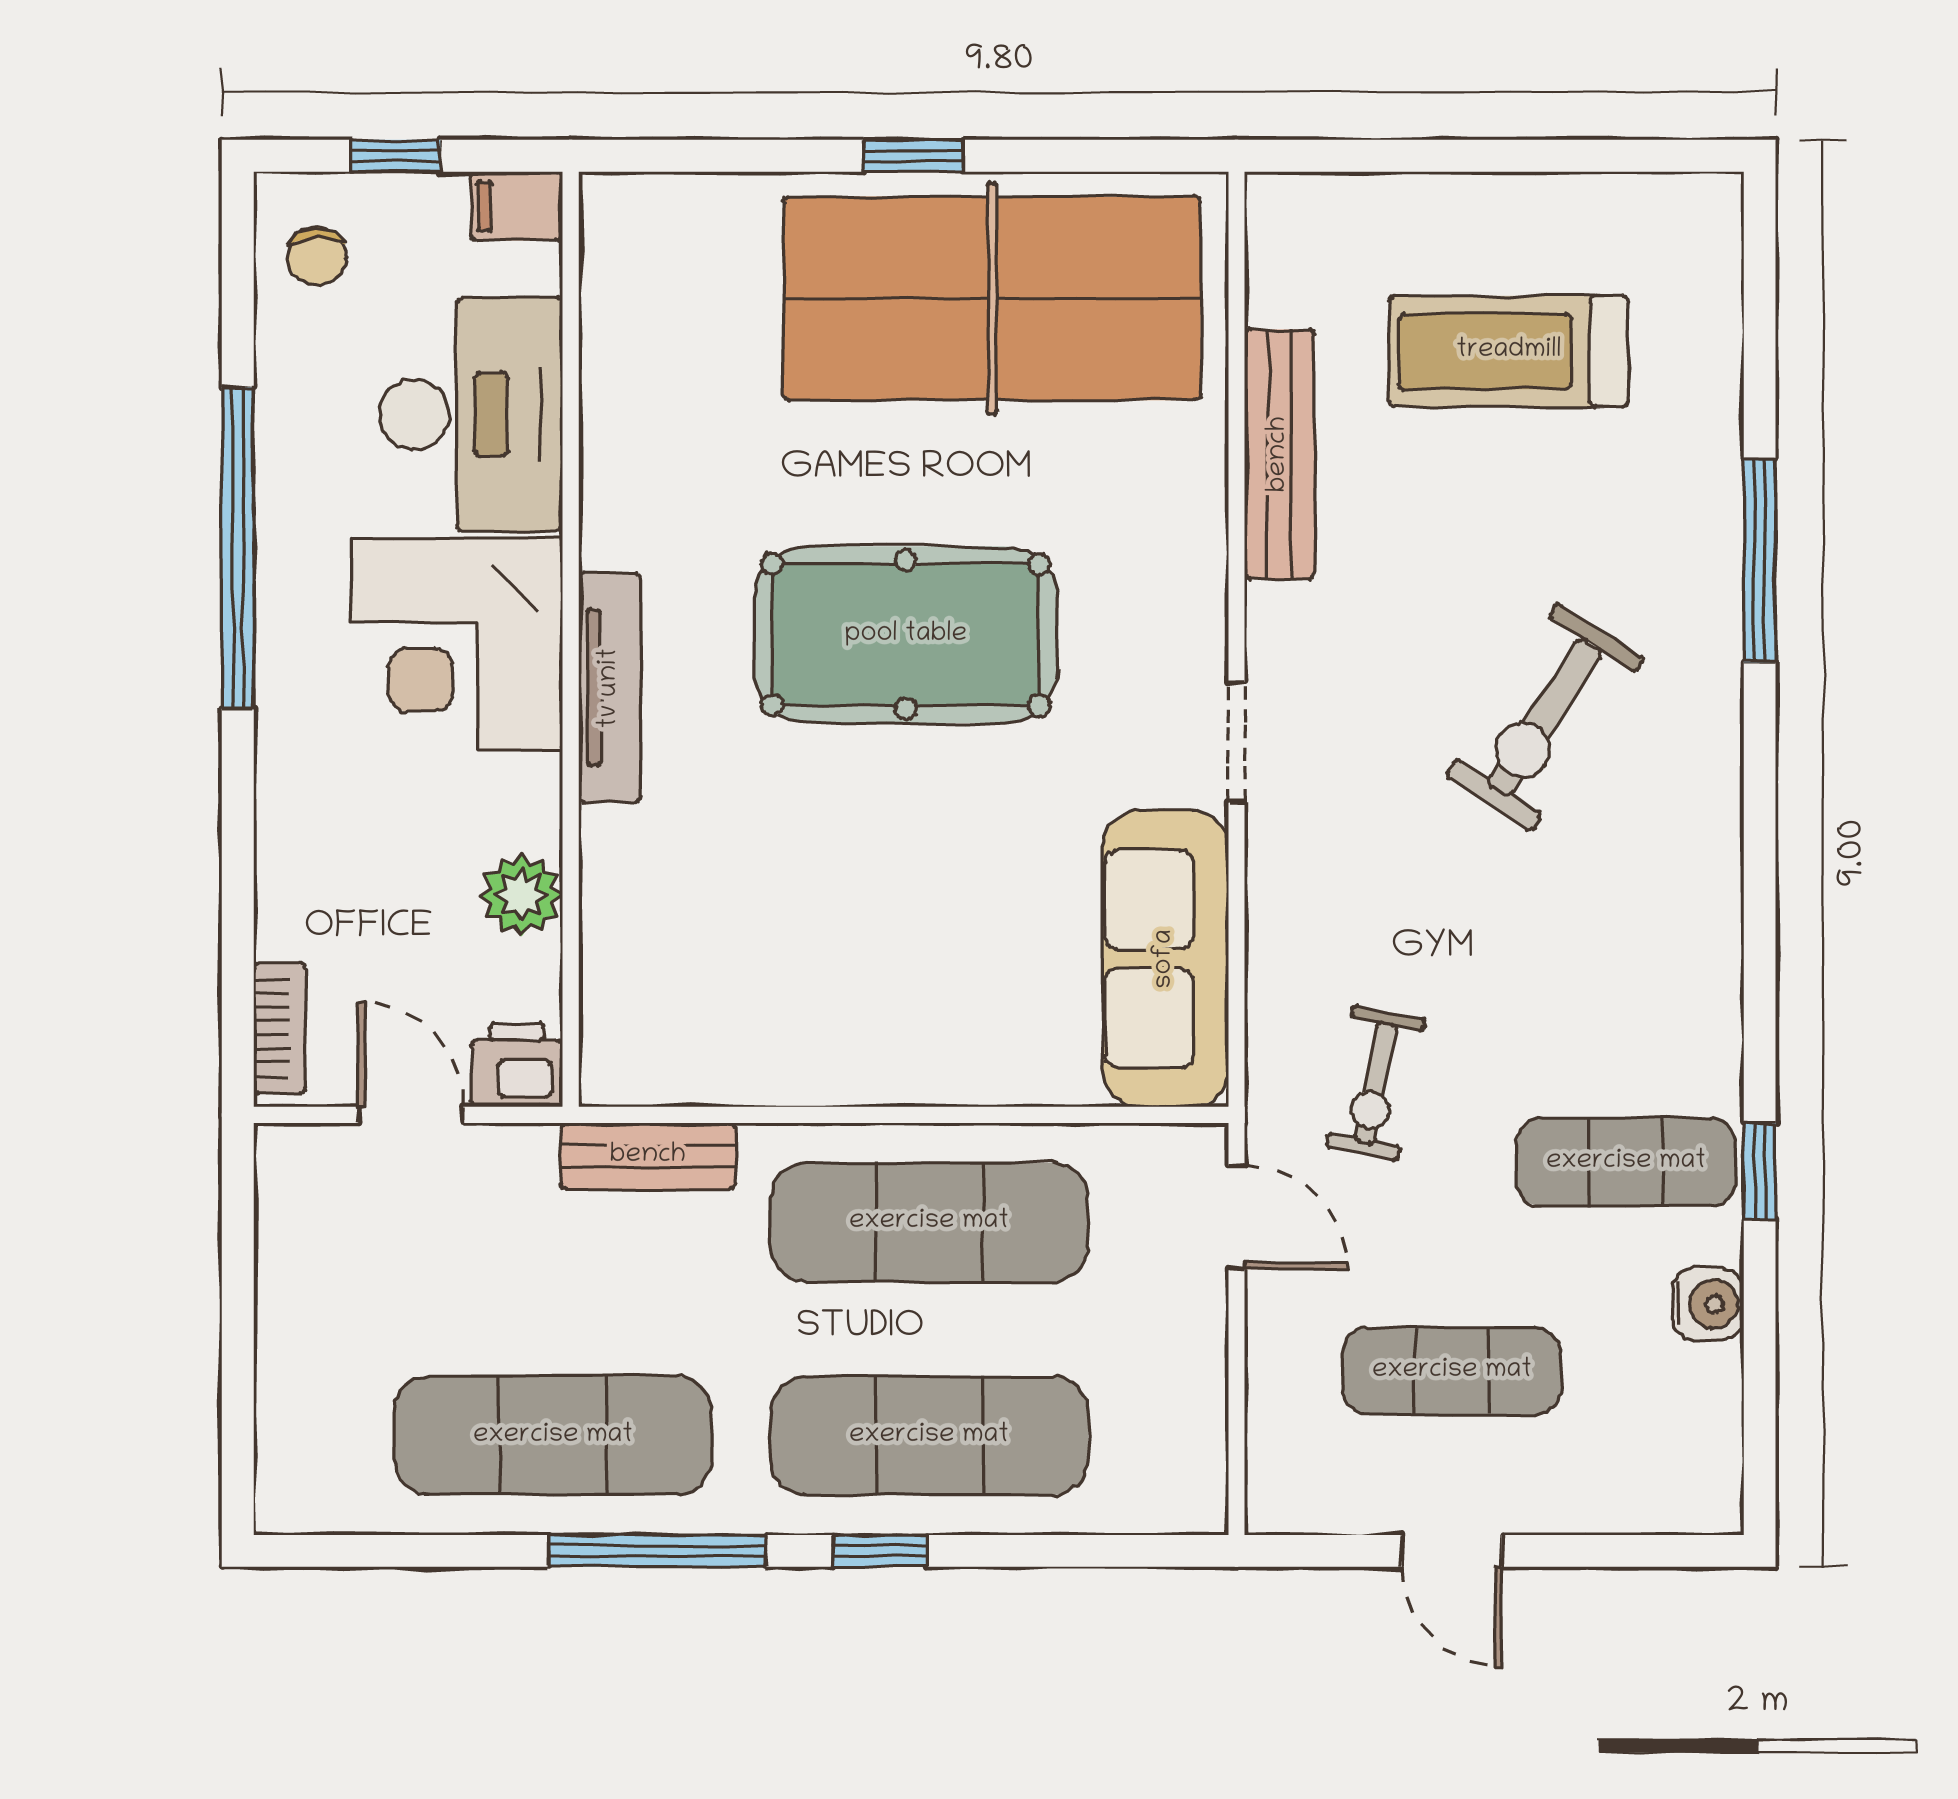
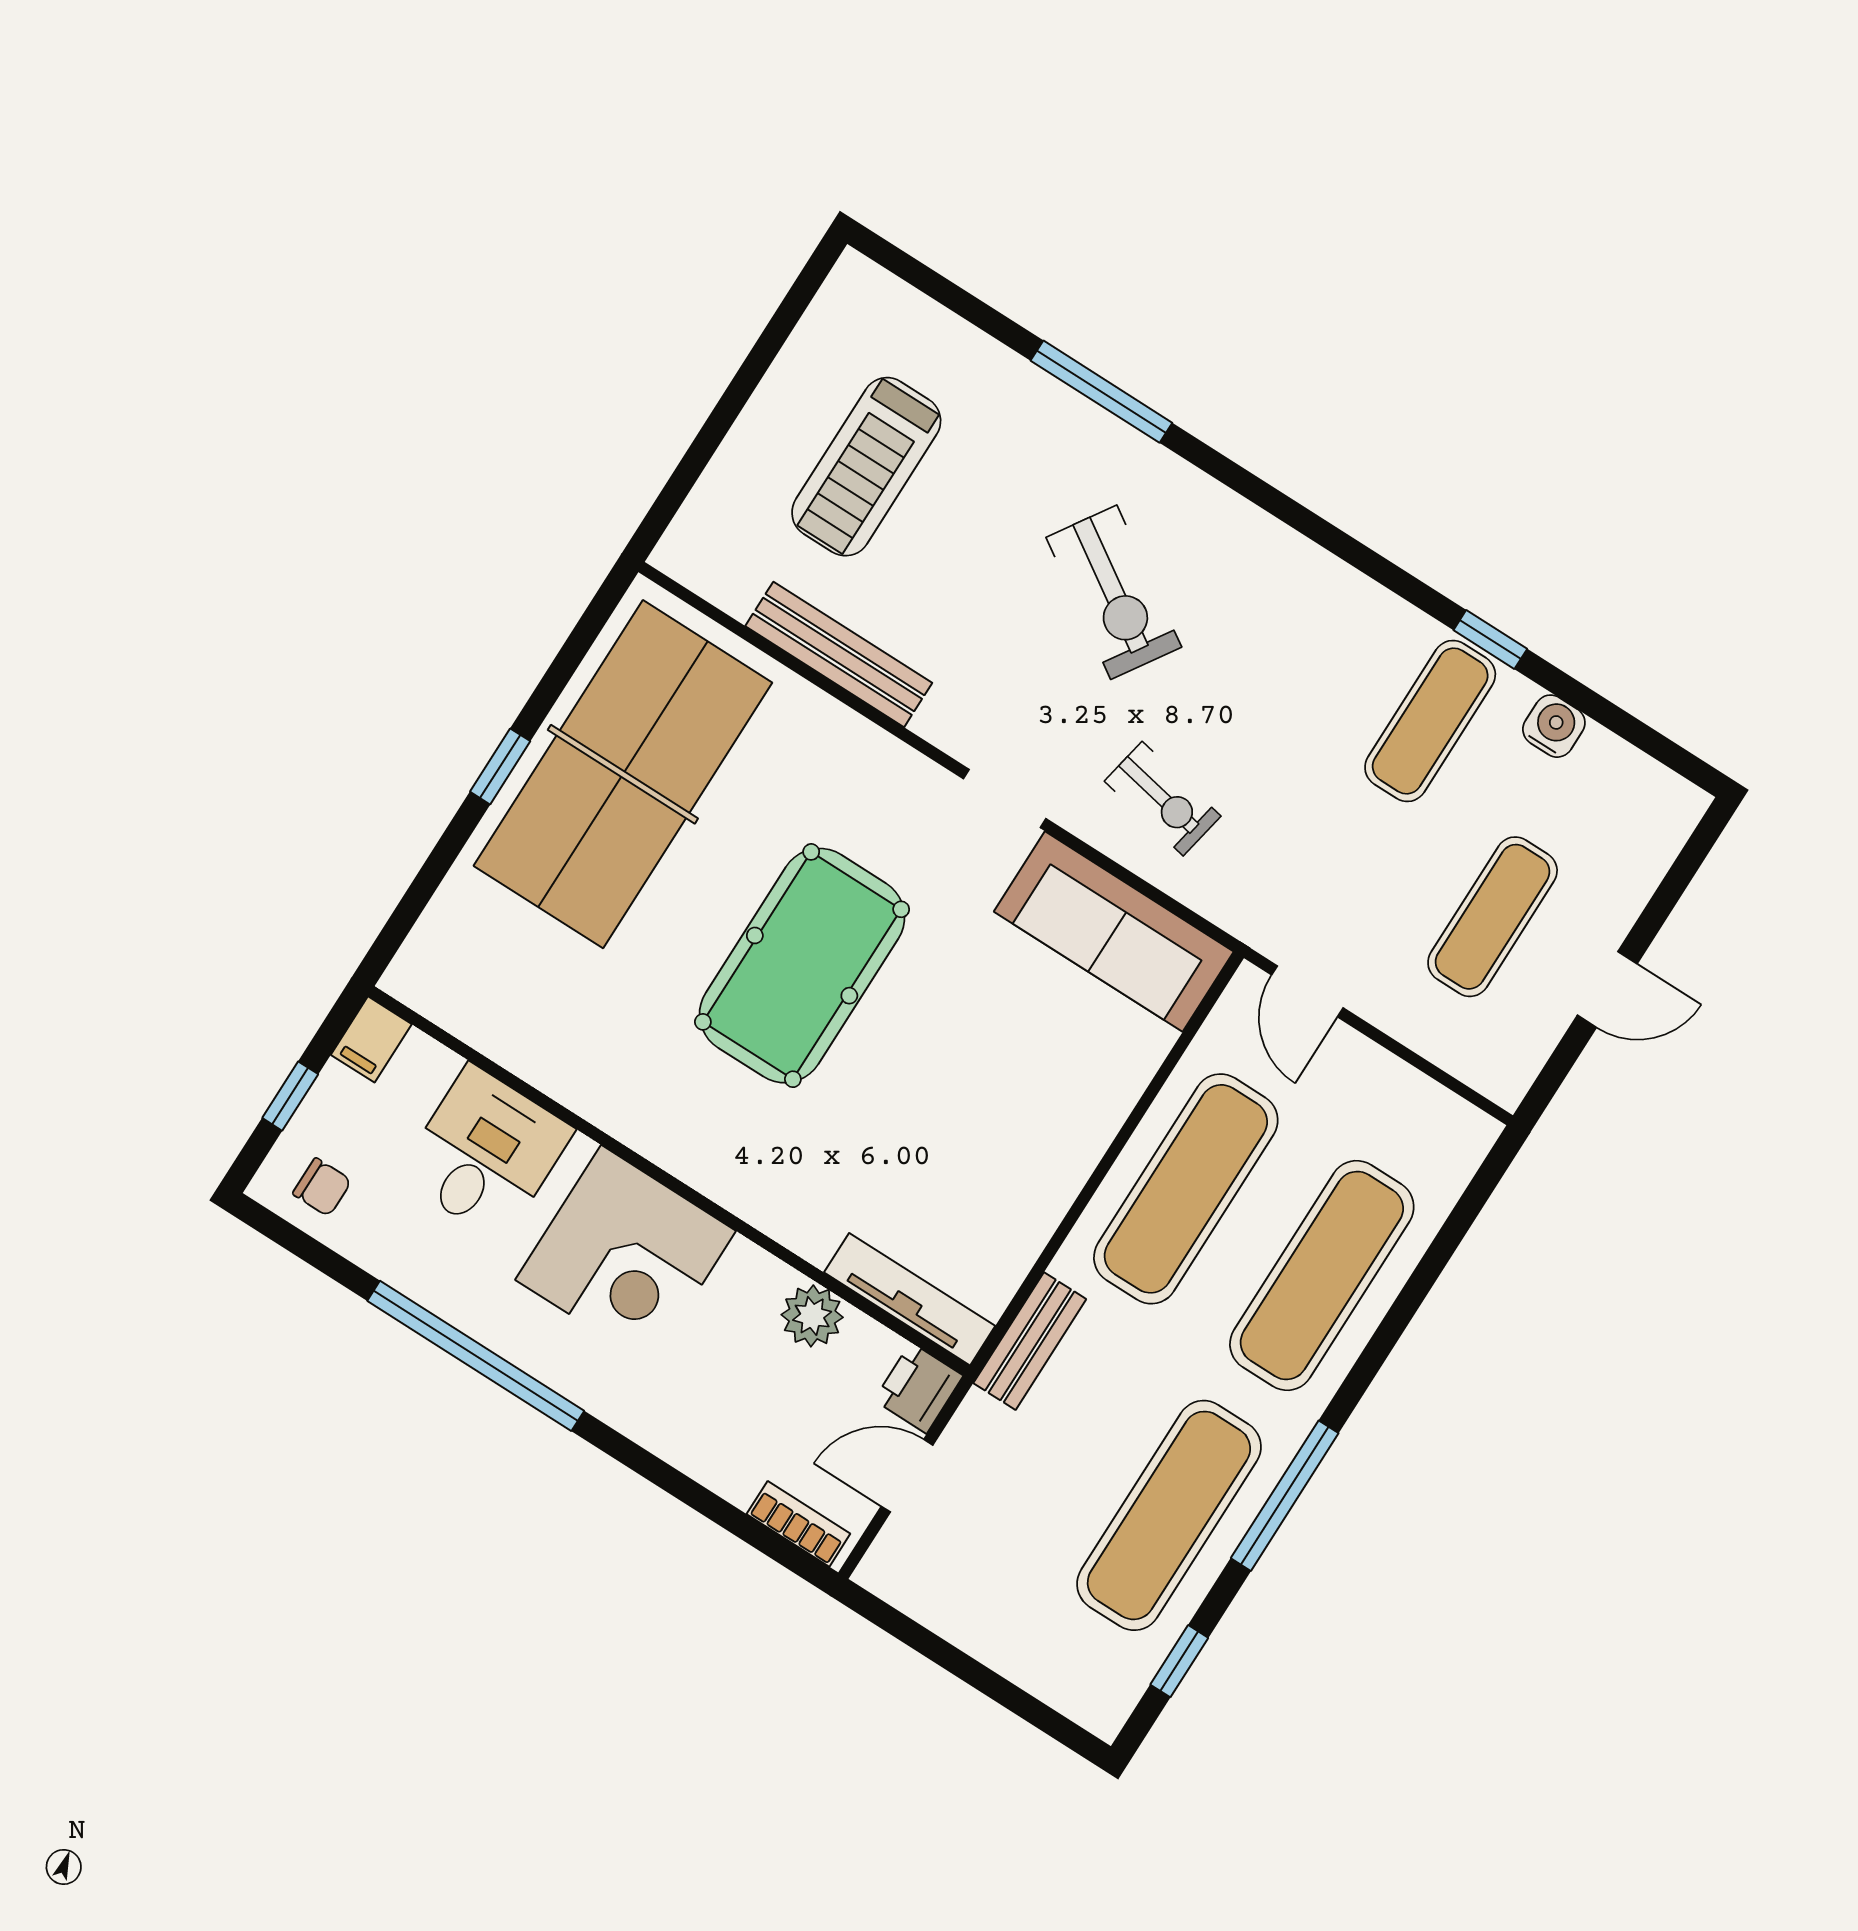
desk: (471, 415) -> (485, 1153), width x0.73
tv unit: (610, 688) -> (910, 1299), moved
exercise bike: (1376, 1083) -> (1163, 799), moved
door: (1236, 1217) -> (1307, 991), swing flipped
window: (880, 1551) -> (1179, 1661), moved

